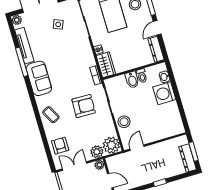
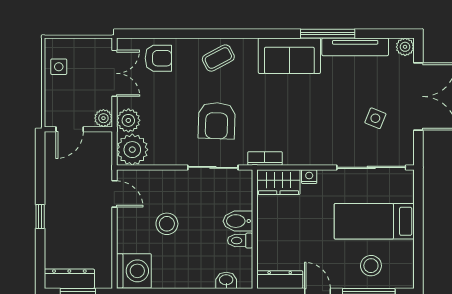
washing machine: (164, 93) -> (134, 271), moved, turned 90
stool: (124, 122) -> (167, 224), moved

